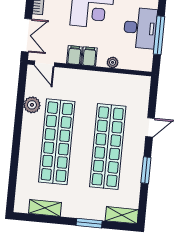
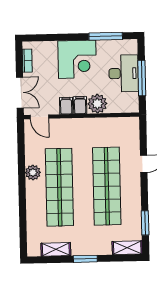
plant: (113, 62) -> (97, 104), width x1.87, depth x1.87
plant: (32, 105) -> (33, 172), moved
window: (146, 170) -> (145, 223), moved
window: (89, 223) -> (85, 259), moved

